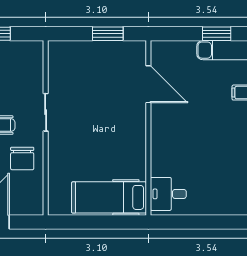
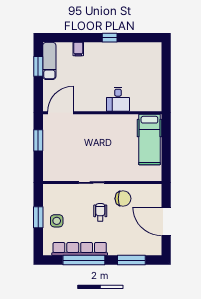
door: (148, 84) -> (61, 113), moved
desk: (168, 194) -> (118, 99), moved

